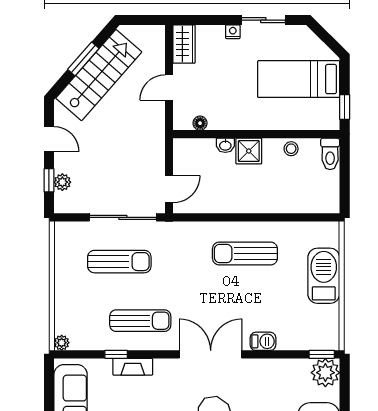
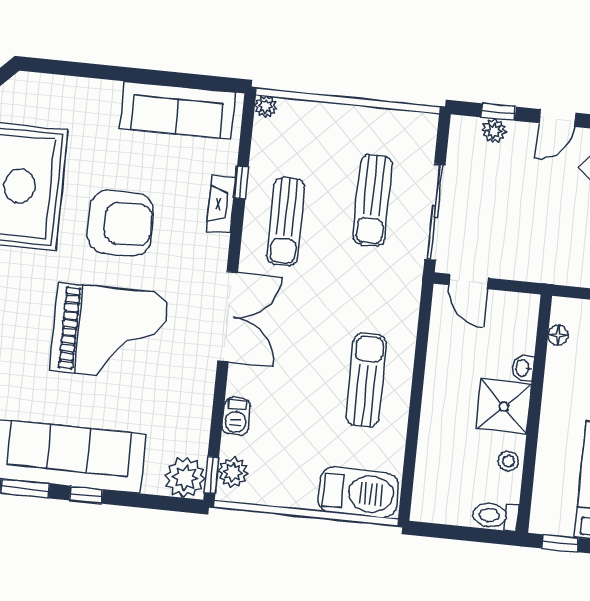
shower: (249, 151) -> (504, 407), width x1.36, depth x1.36
barbecue: (324, 276) -> (358, 493), moved
plant: (318, 340) -> (233, 472), added
barbecue: (263, 341) -> (236, 416), moved

